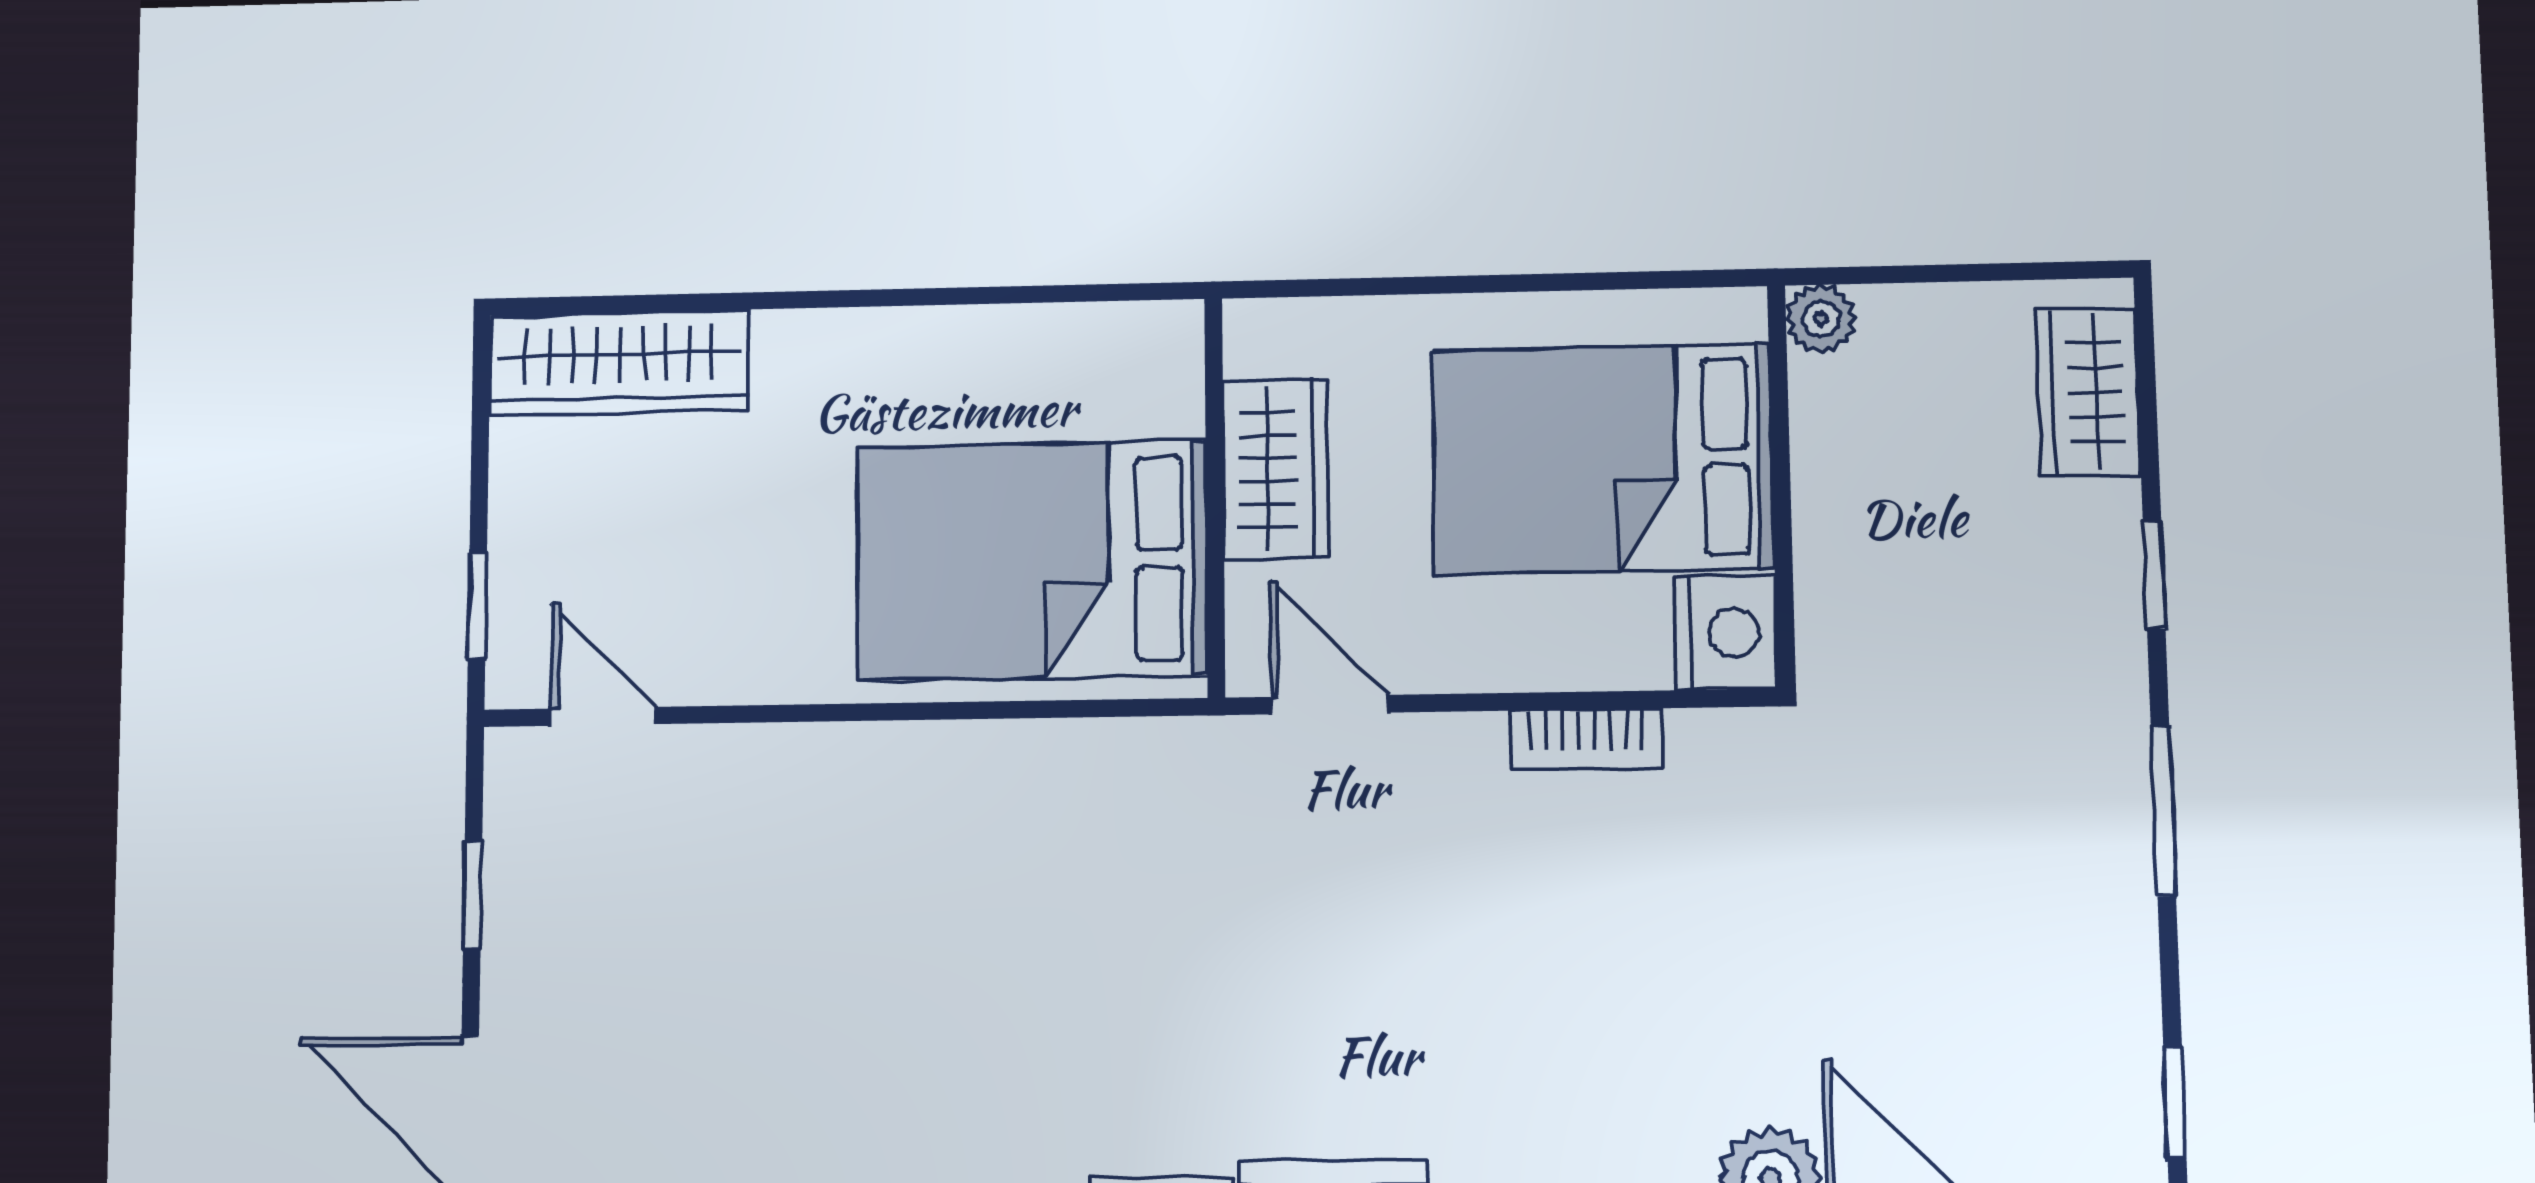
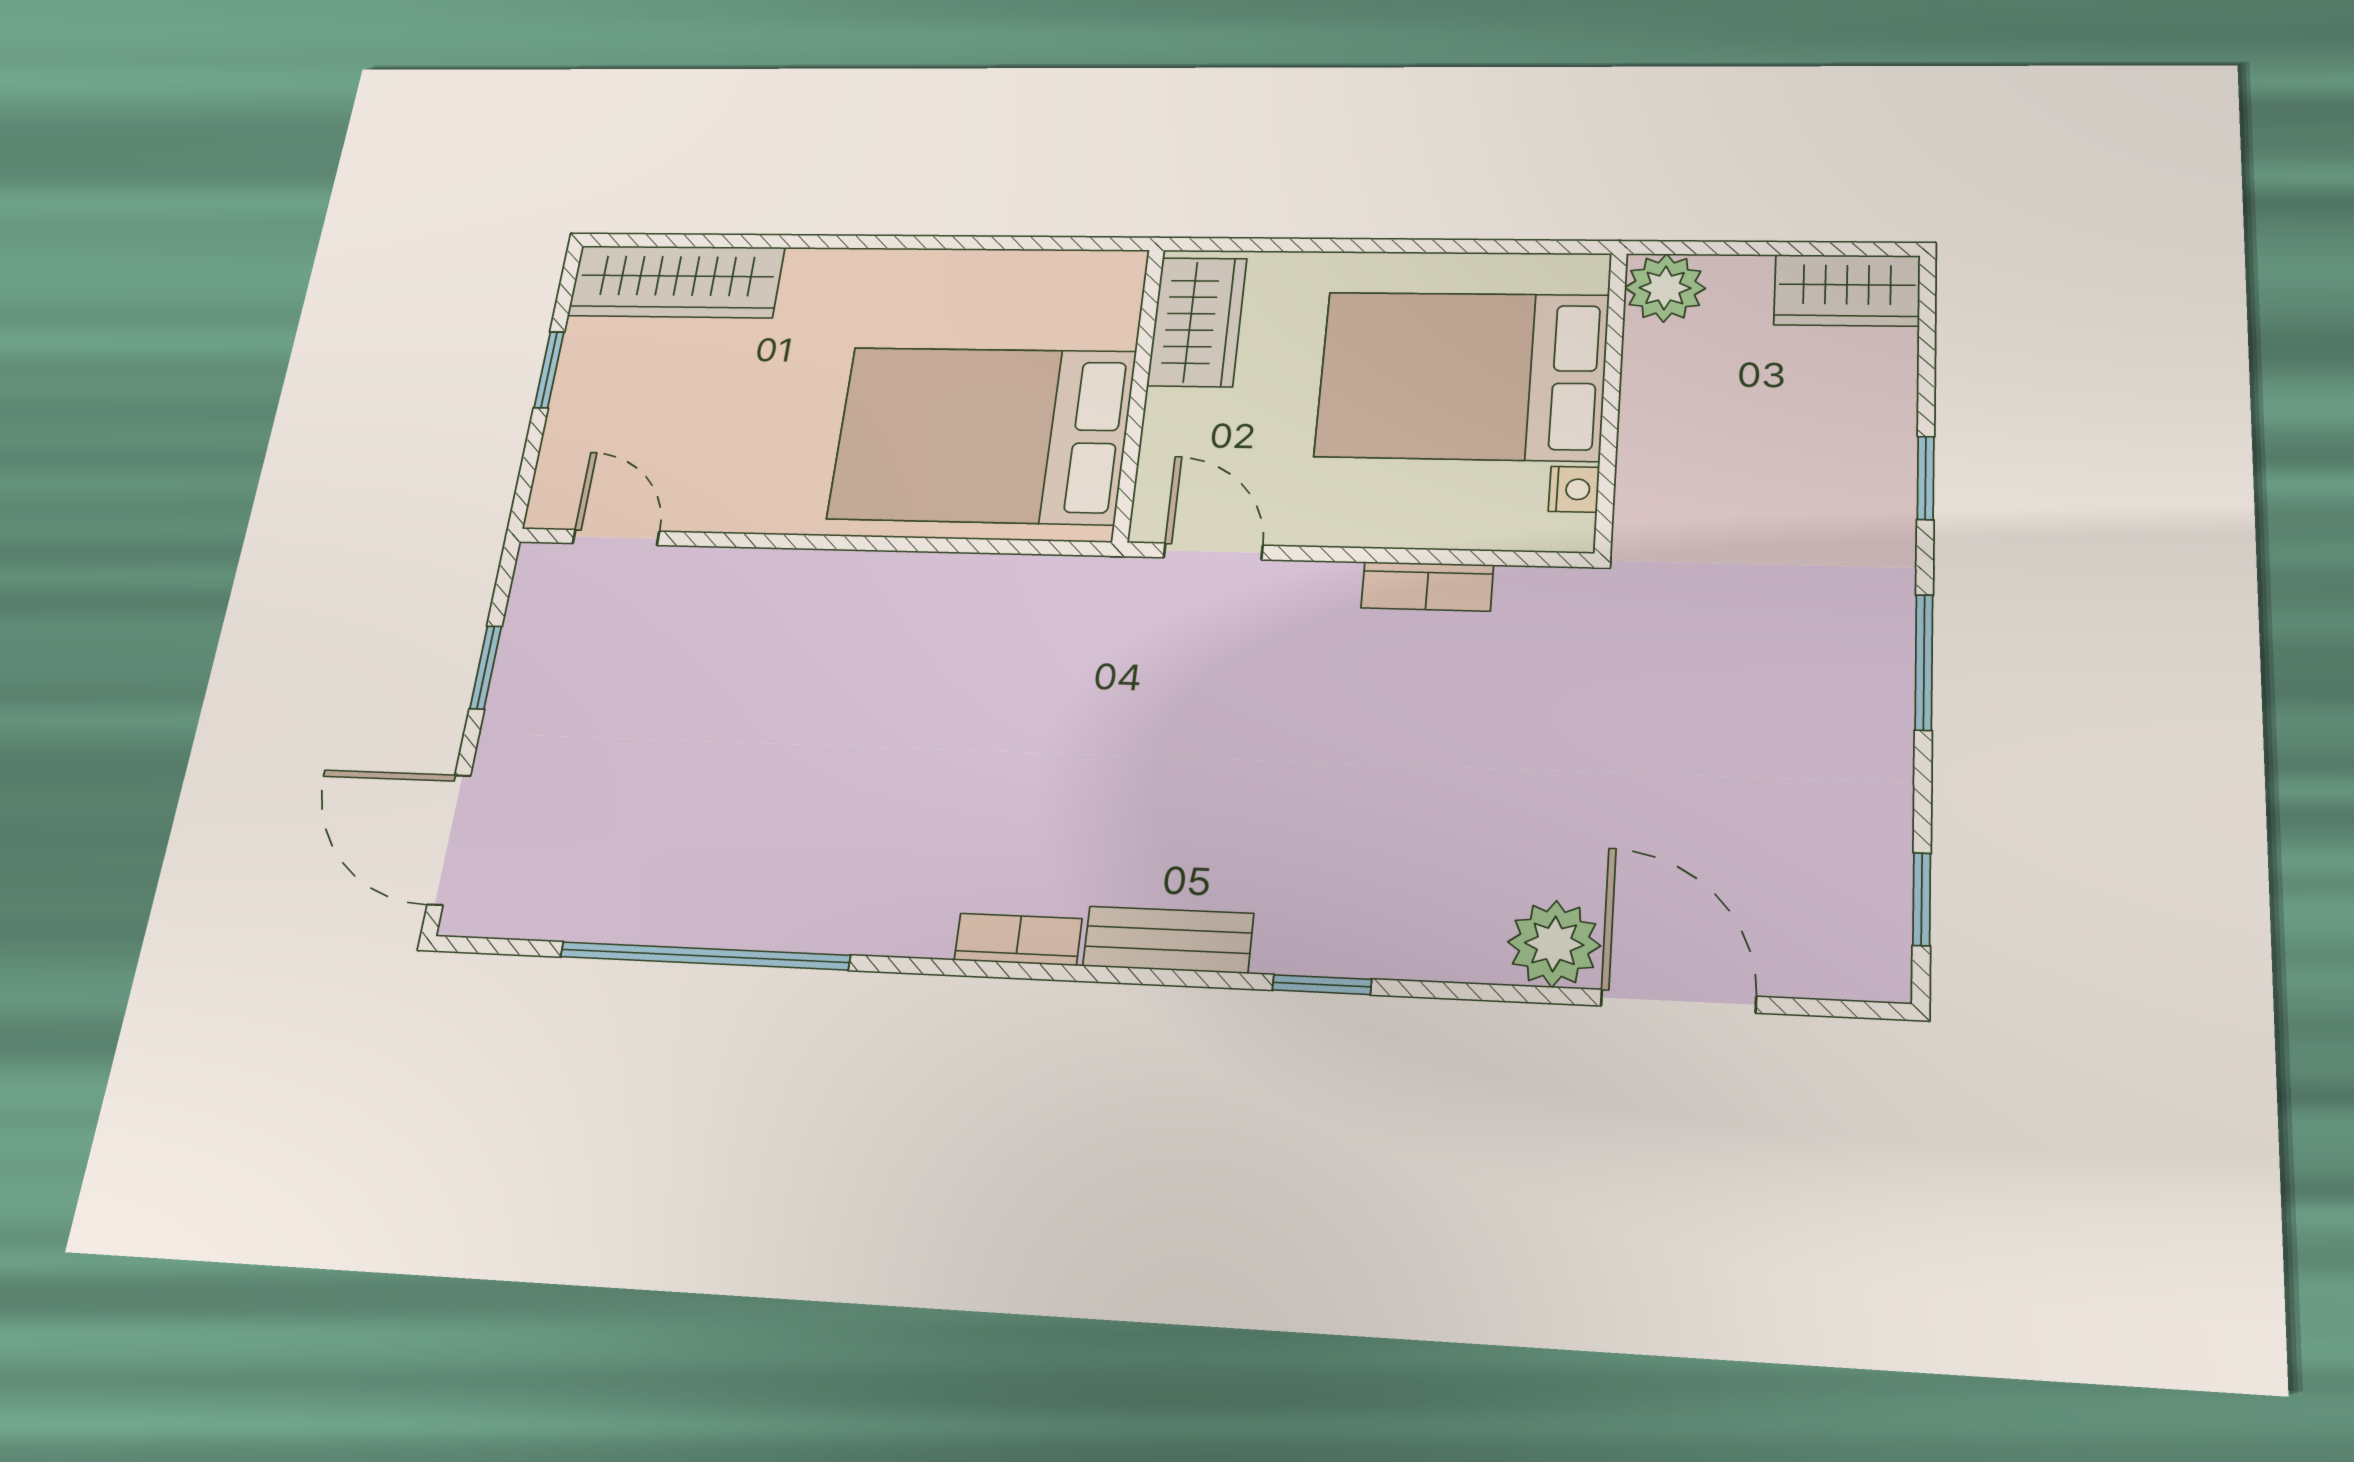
plant: (1821, 319) -> (1665, 288), width x1.38, depth x1.38
wardrobe: (2088, 392) -> (1847, 290), moved, turned -90
wardrobe: (1276, 469) -> (1197, 322), moved
window: (477, 605) -> (549, 370), moved
nightstand: (1725, 632) -> (1574, 489), width x0.53, depth x0.56

